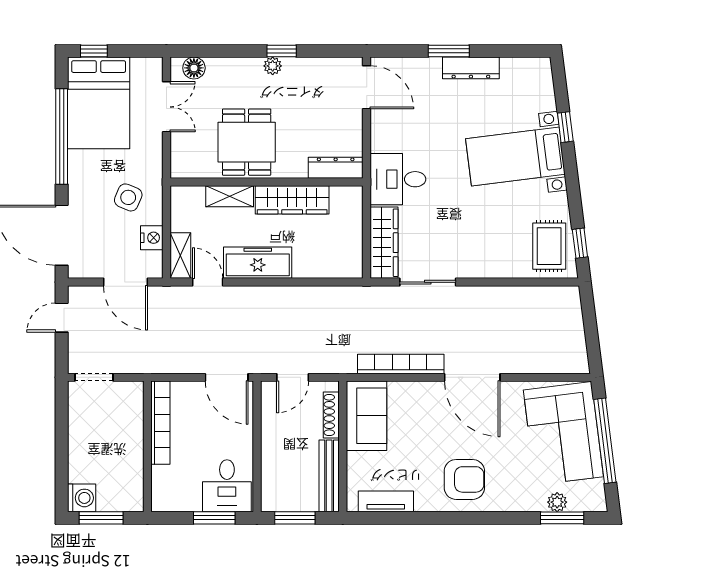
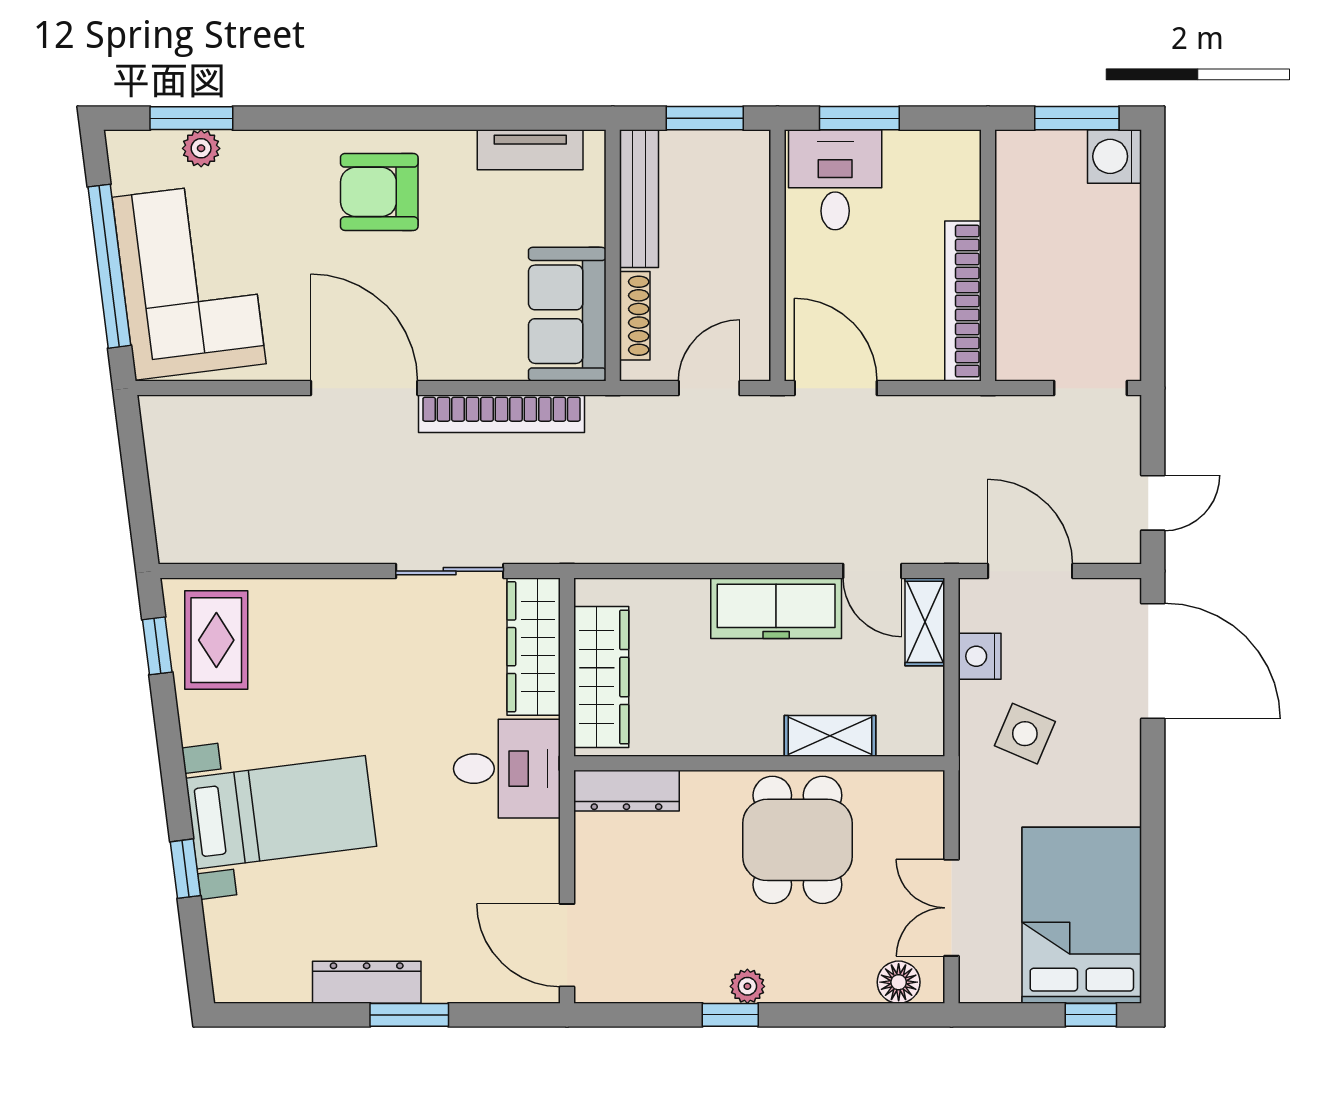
window: (62, 137) -> (1153, 851), removed
wardrobe: (292, 200) -> (601, 677), moved, turned 90

